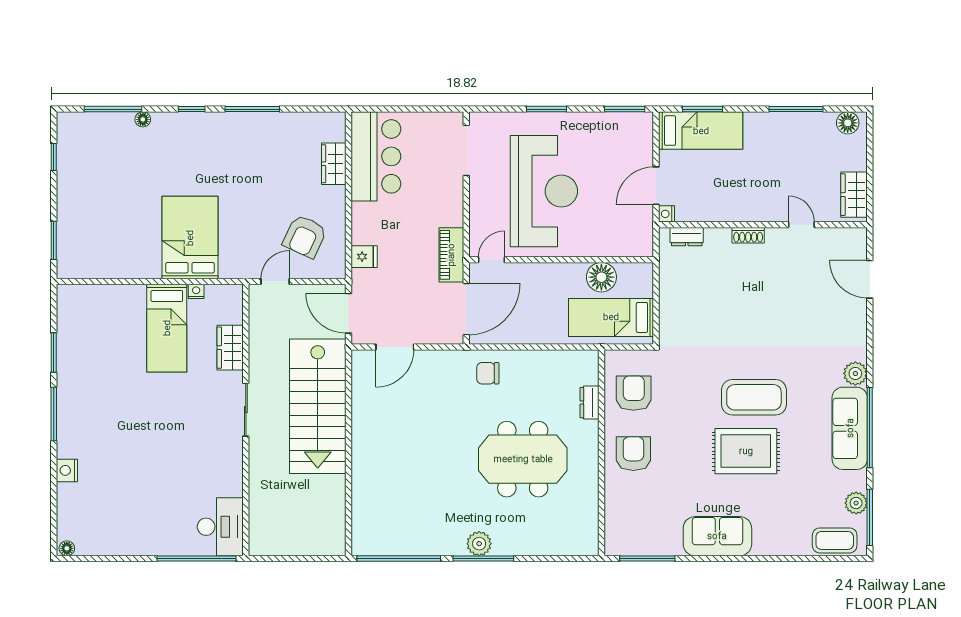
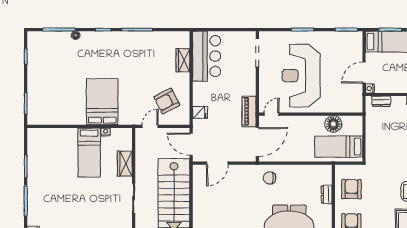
reception desk: (544, 191) -> (301, 76), turned 180
armchair: (305, 236) -> (167, 101), turned 38

